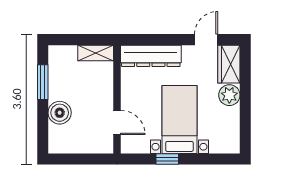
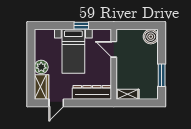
boiler: (60, 113) -> (151, 37), moved

